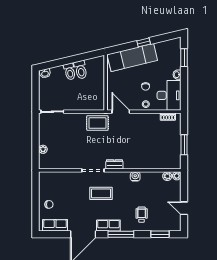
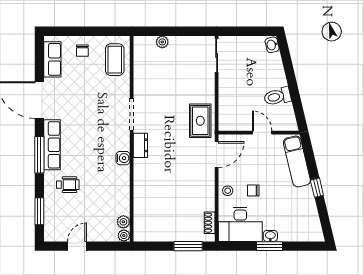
exam couch: (132, 57) -> (297, 161), width x0.73, depth x0.69
window: (184, 58) -> (270, 246), moved
toilet: (70, 72) -> (275, 81), removed
door: (106, 80) -> (262, 133), added
window: (184, 145) -> (188, 246), moved
water cooler: (135, 176) -> (123, 158), moved
coffee table: (101, 193) -> (115, 60), moved
row of seats: (108, 225) -> (52, 145), width x1.48

